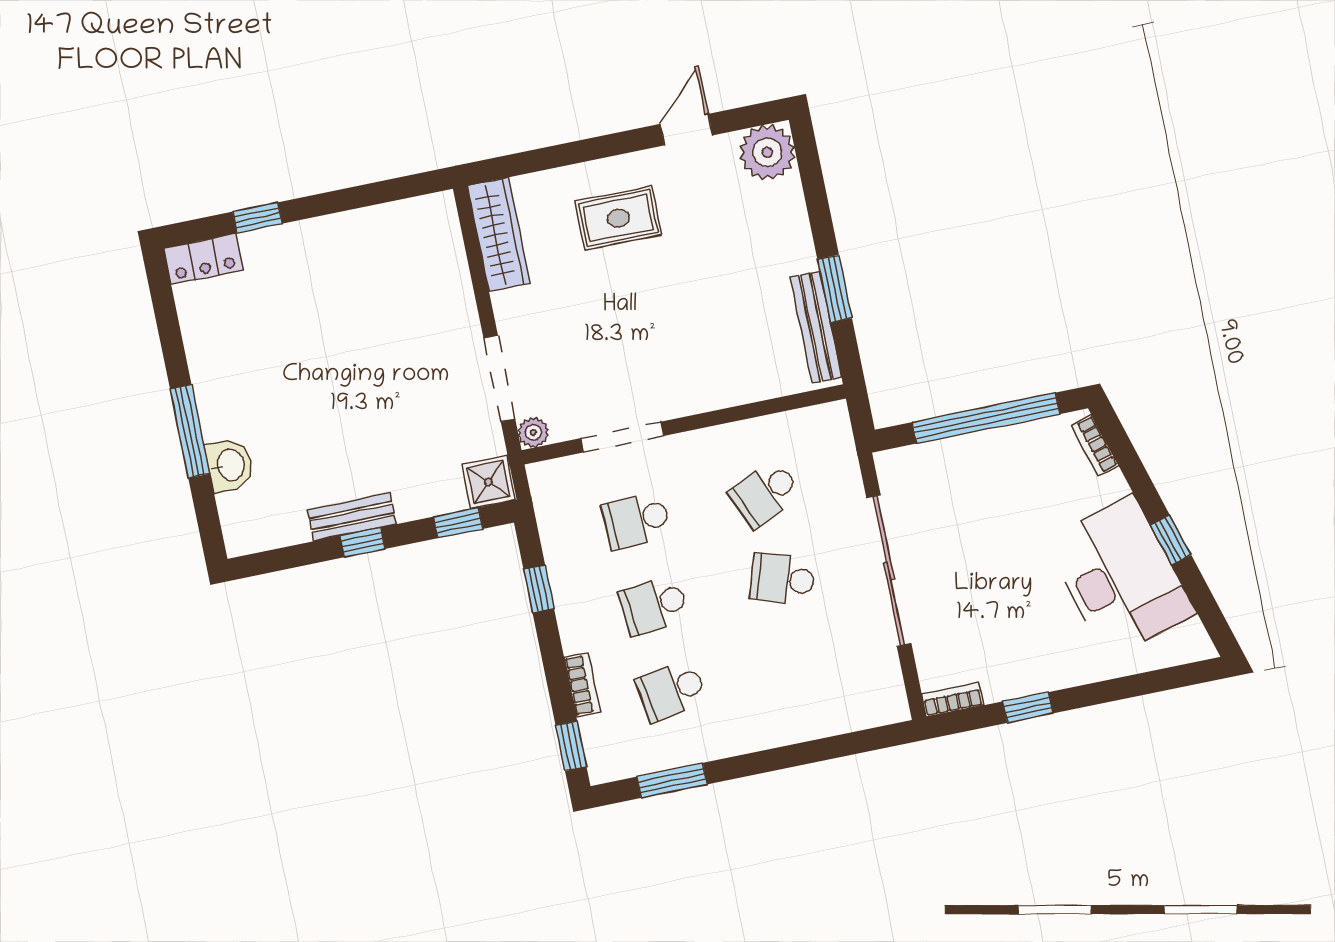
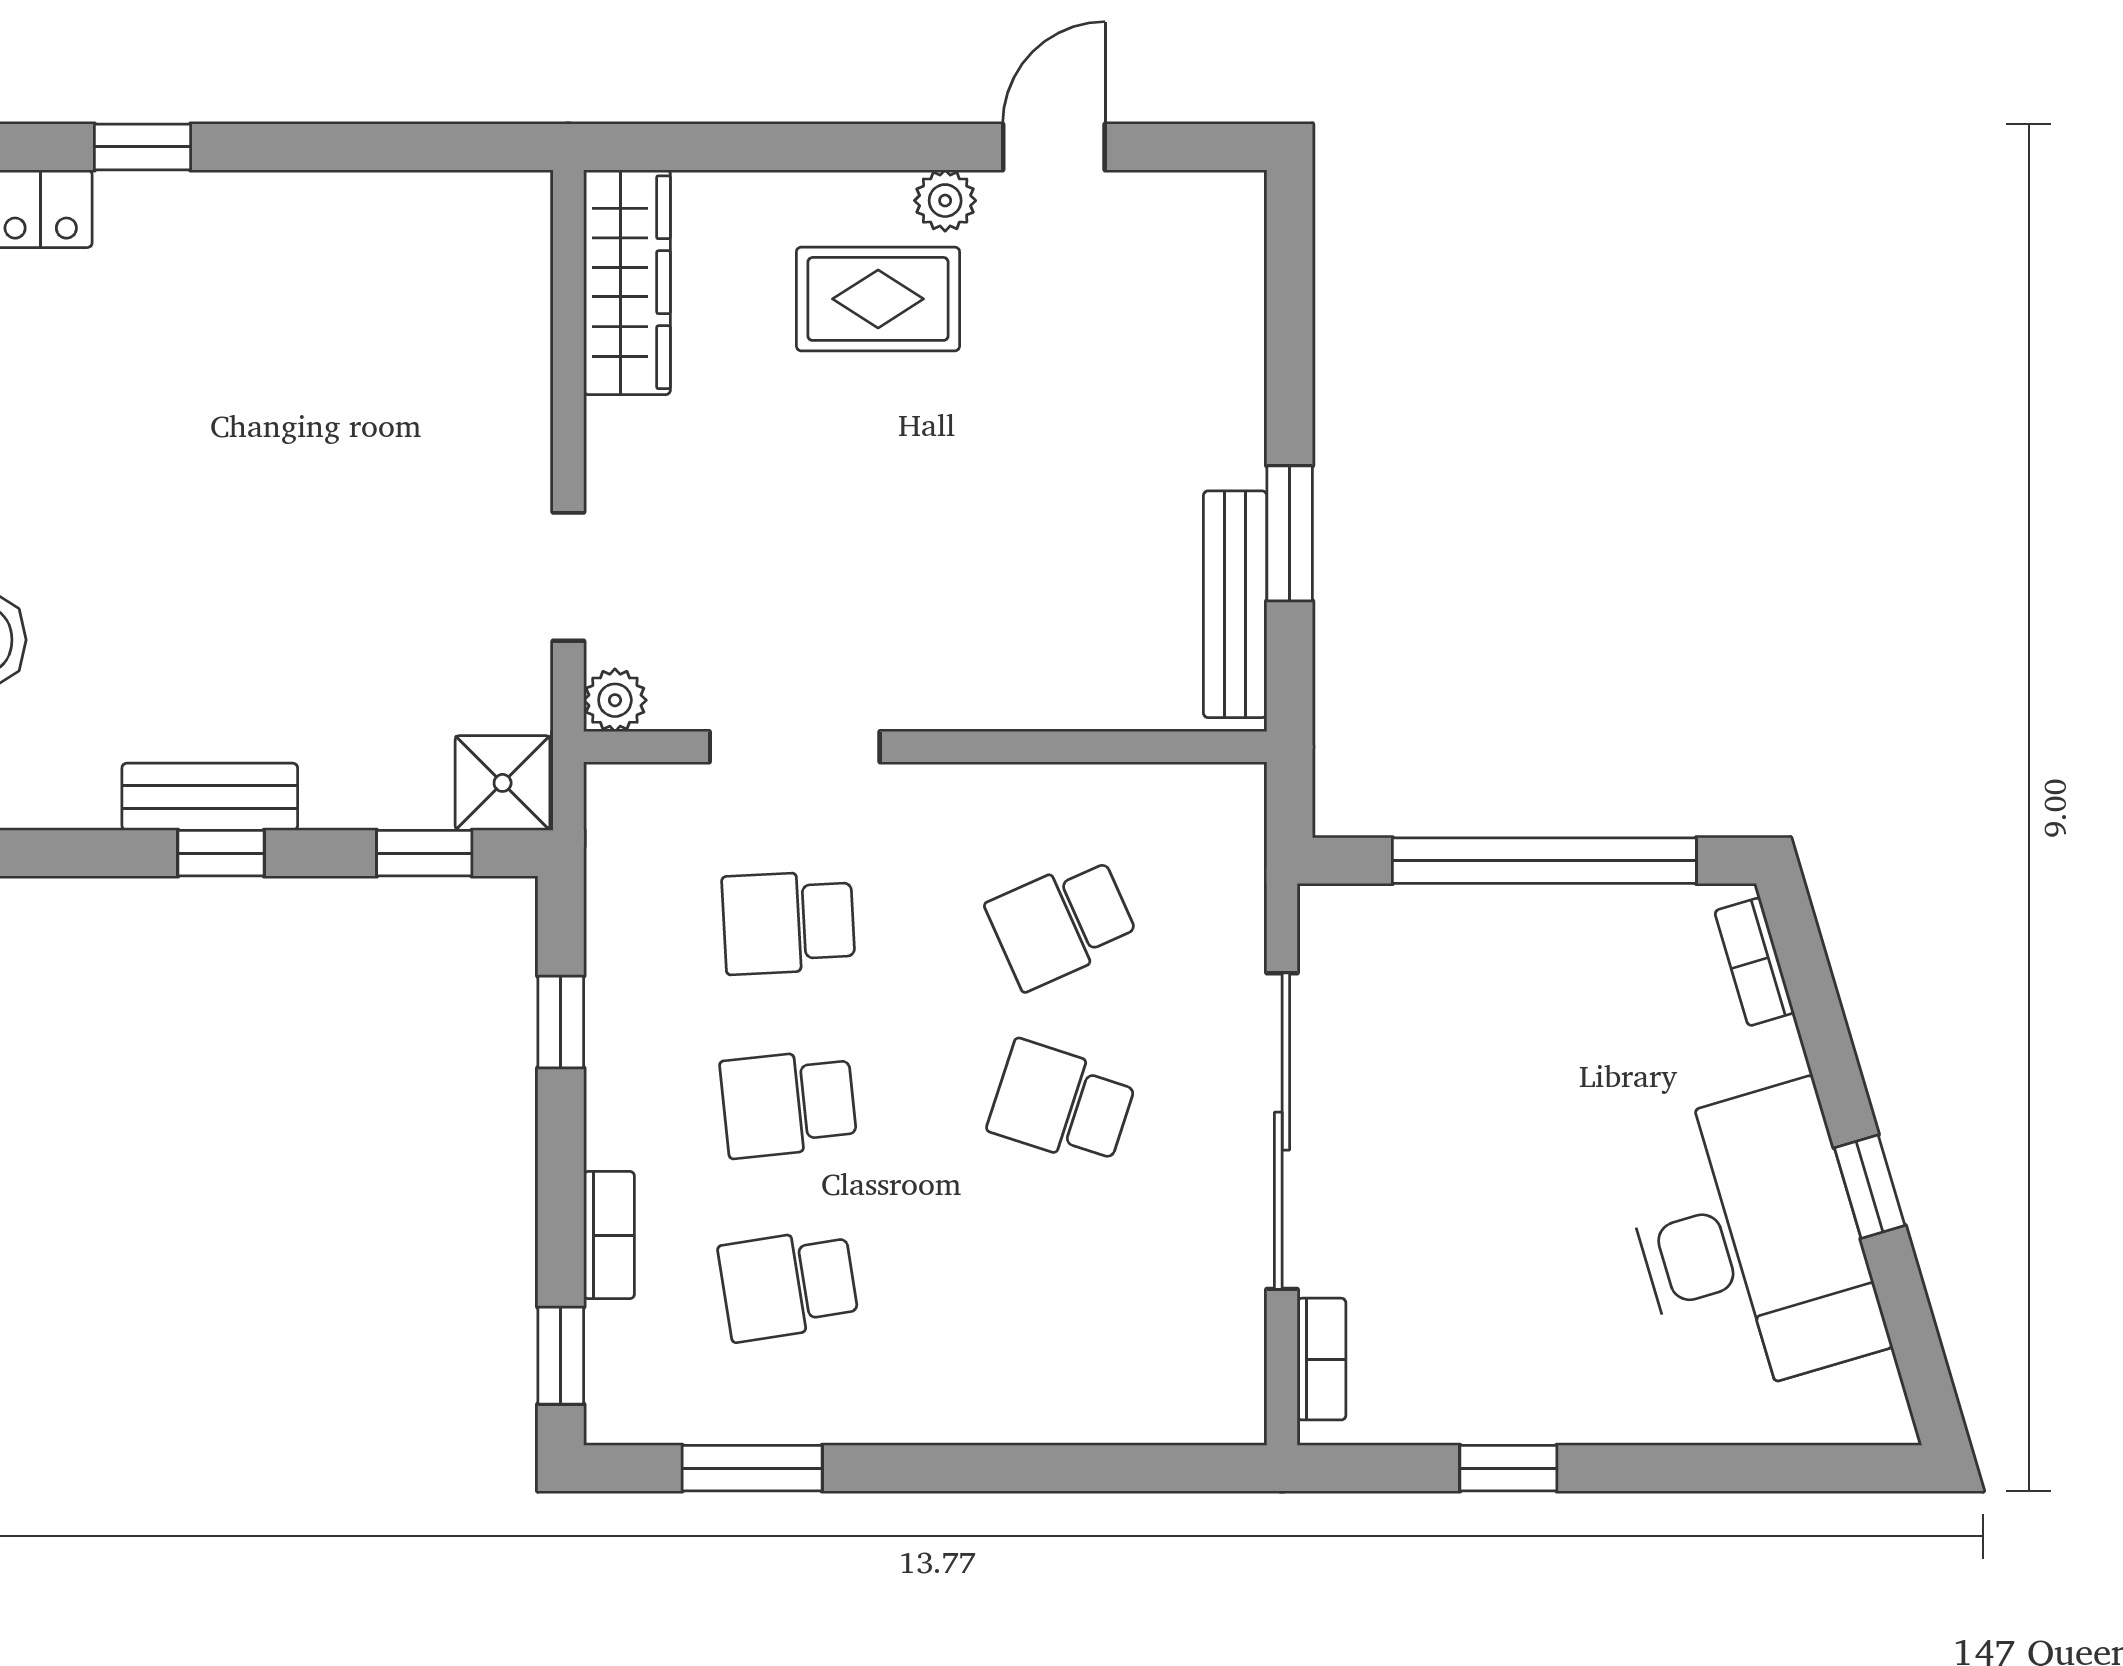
plant: (767, 152) -> (945, 201), moved, width x0.53, depth x0.53
doorway: (499, 379) -> (568, 577), width x0.73
bookcase: (953, 700) -> (1322, 1359), moved, turned 90

